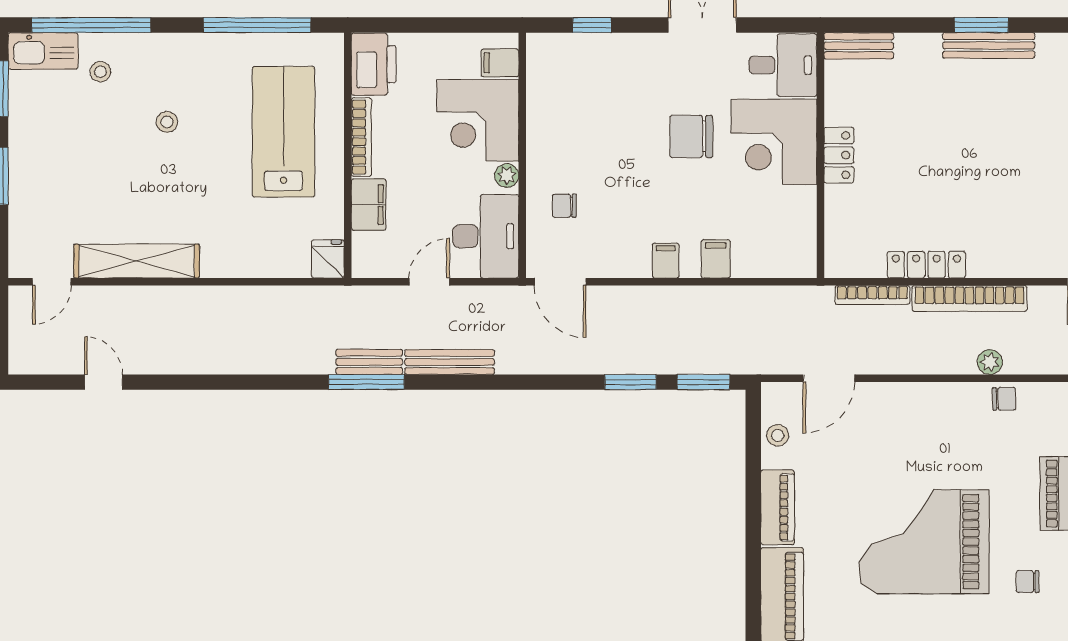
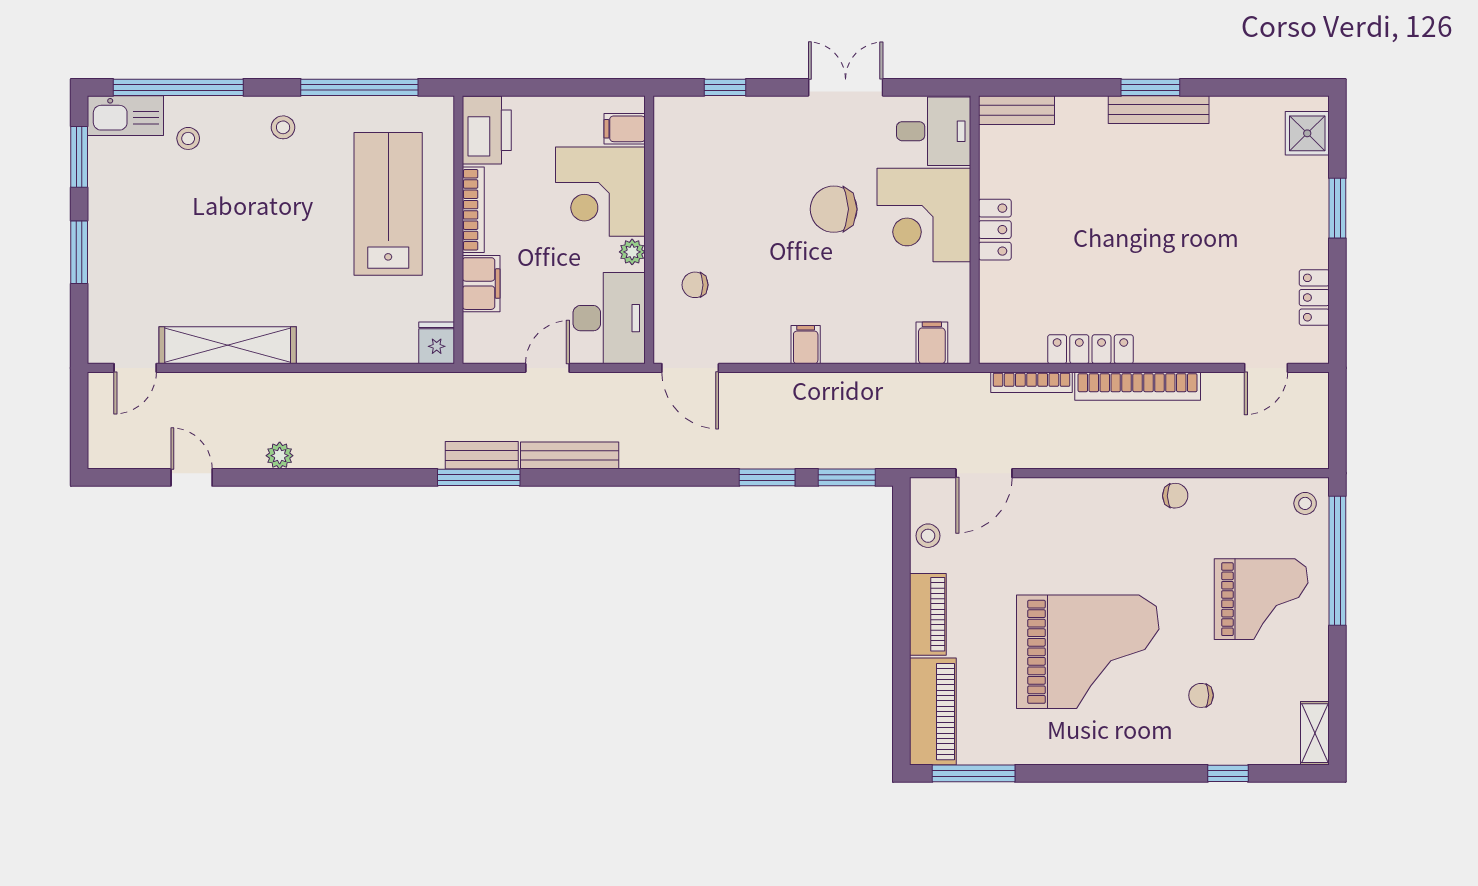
stool: (167, 122) -> (283, 127), moved
filing cabinet: (716, 259) -> (932, 343), moved
plant: (990, 362) -> (280, 456), moved
grand piano: (924, 542) -> (1088, 652), turned 180

